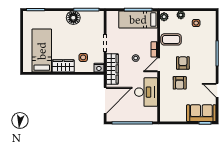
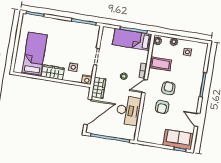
floor lamp: (73, 18) -> (70, 27), removed
wardrobe: (112, 69) -> (99, 88), width x0.67

